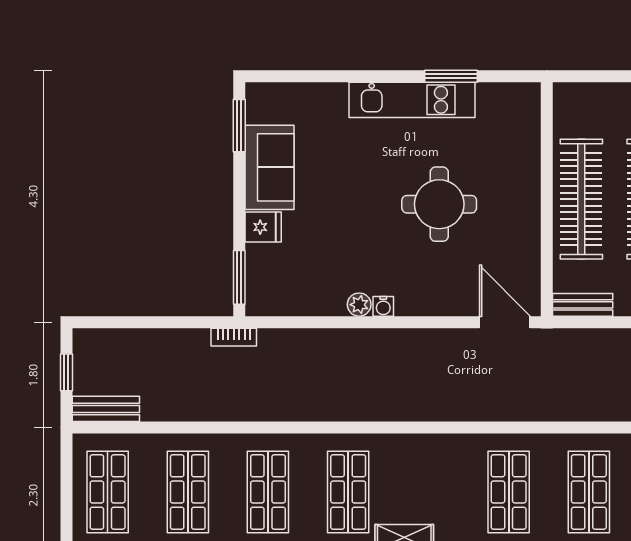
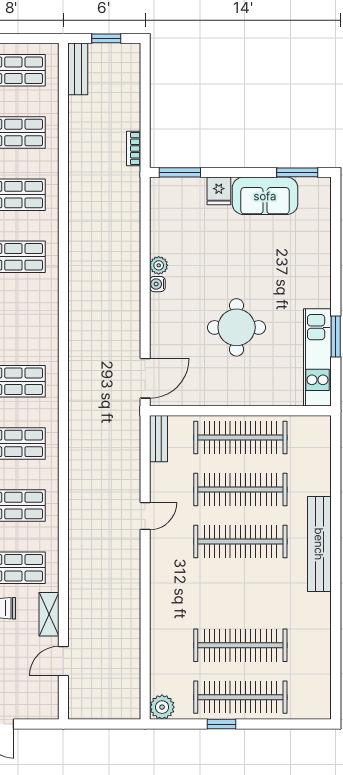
kitchen unit: (412, 100) -> (317, 357), moved
bookcase: (234, 337) -> (134, 148), moved

